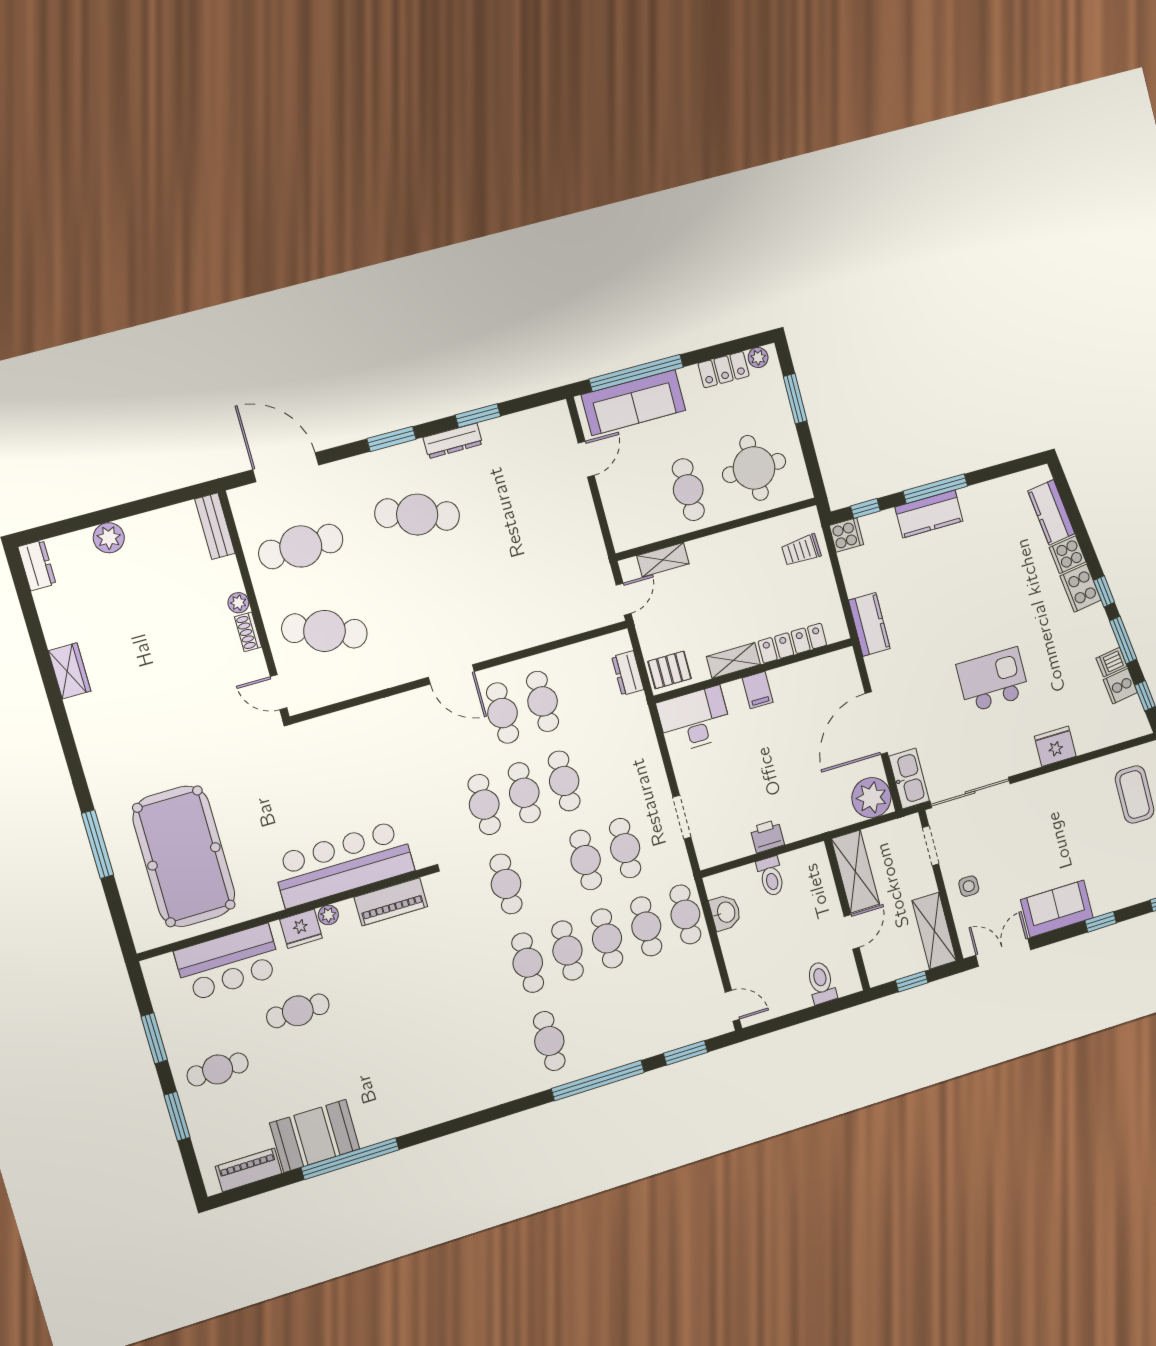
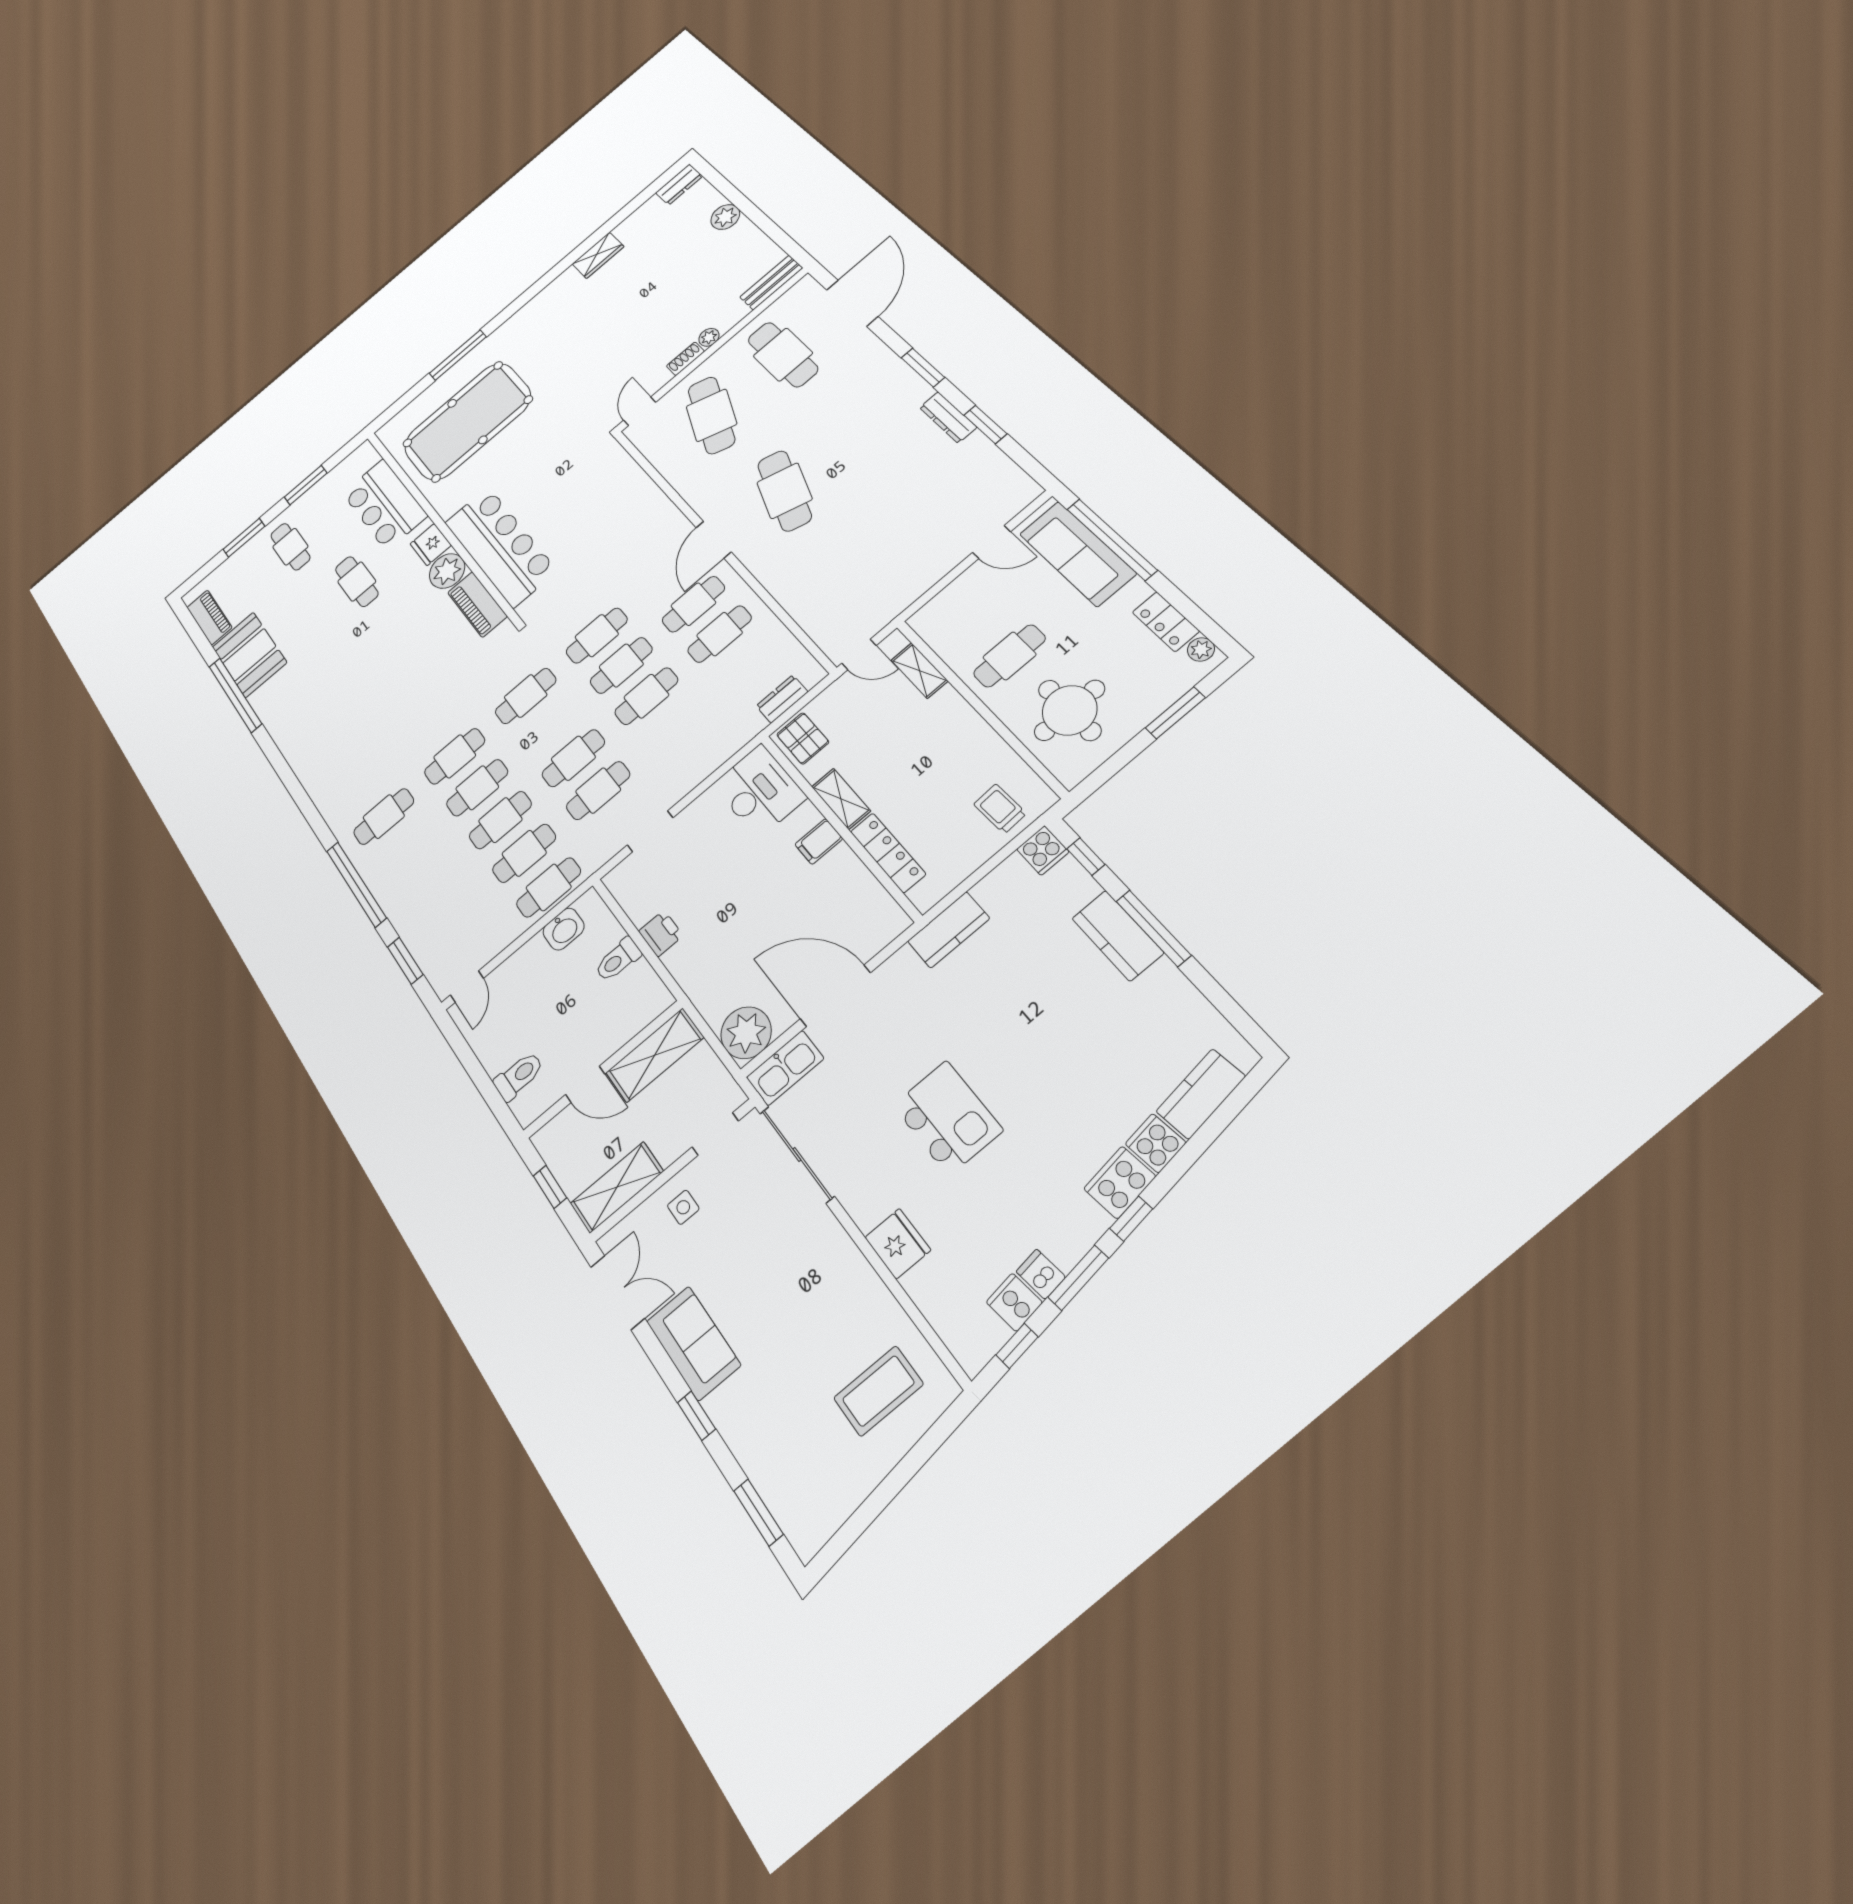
cafe table: (417, 515) -> (784, 491), moved
plant: (328, 915) -> (447, 571), width x1.88, depth x1.88

